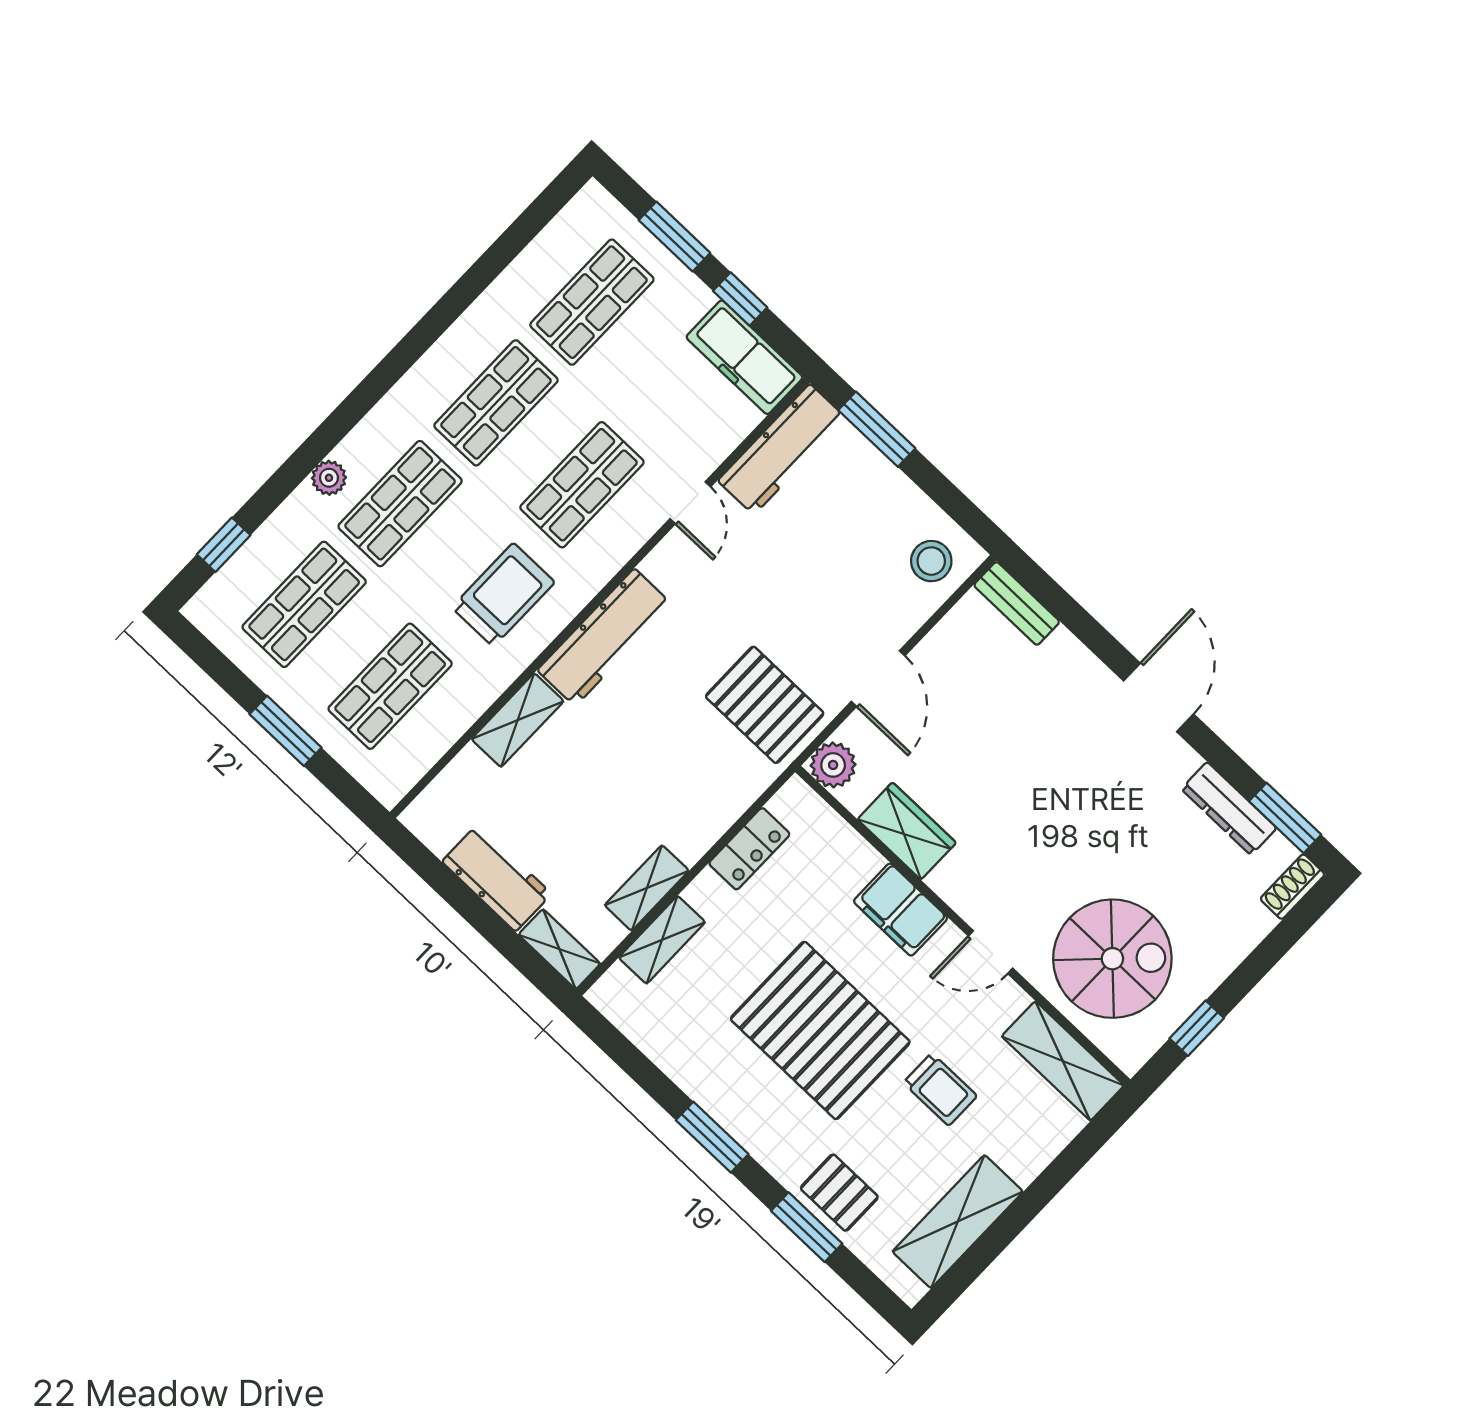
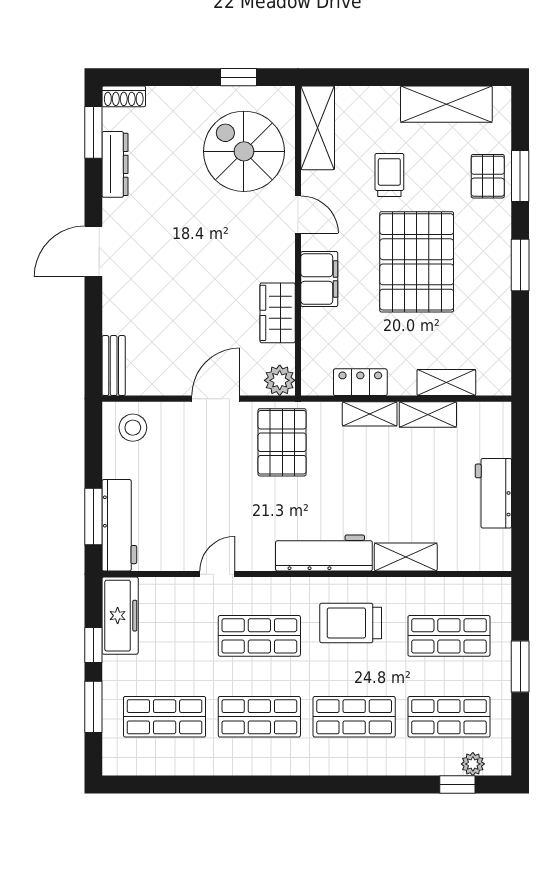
workbench: (782, 449) -> (119, 525), moved, turned 90
plant: (329, 478) -> (473, 764), moved
shelving: (559, 949) -> (370, 414), moved, turned 90

